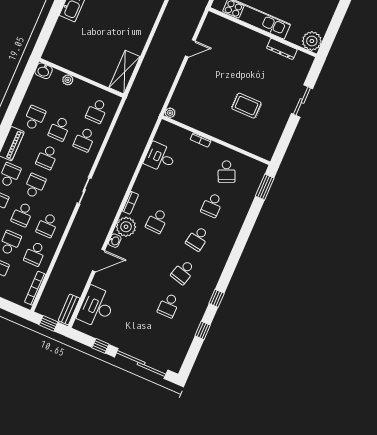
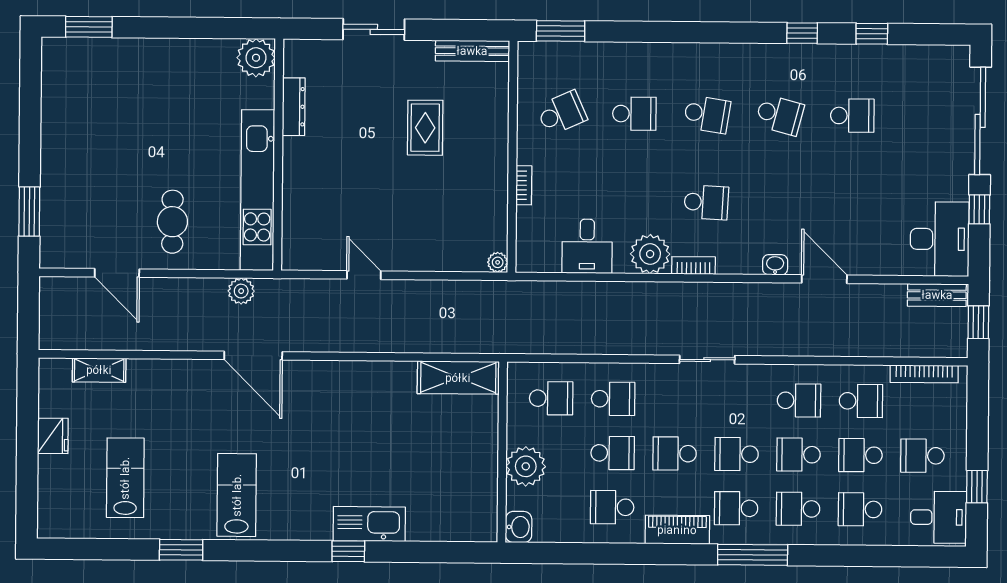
plant: (68, 80) -> (526, 466), width x1.87, depth x1.87
bench: (273, 142) -> (472, 51), added
school desk: (47, 157) -> (675, 454), turned 180
school desk: (22, 214) -> (799, 455), turned 180
plant: (126, 227) -> (650, 254), moved
desk: (96, 307) -> (940, 239), moved, turned -90

